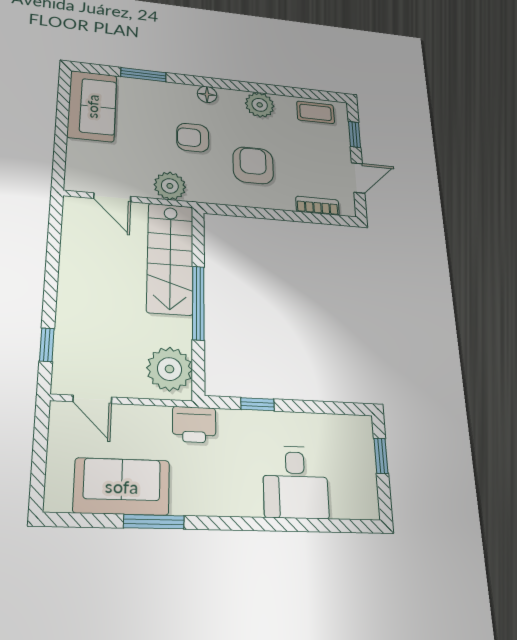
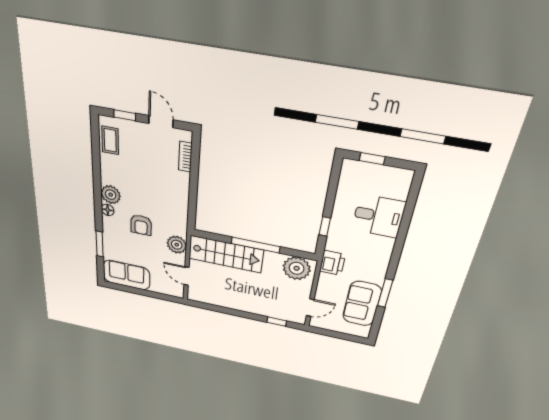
plant: (260, 105) -> (111, 195), moved
armchair: (253, 165) -> (158, 193), removed
door: (112, 197) -> (187, 276), swing flipped

